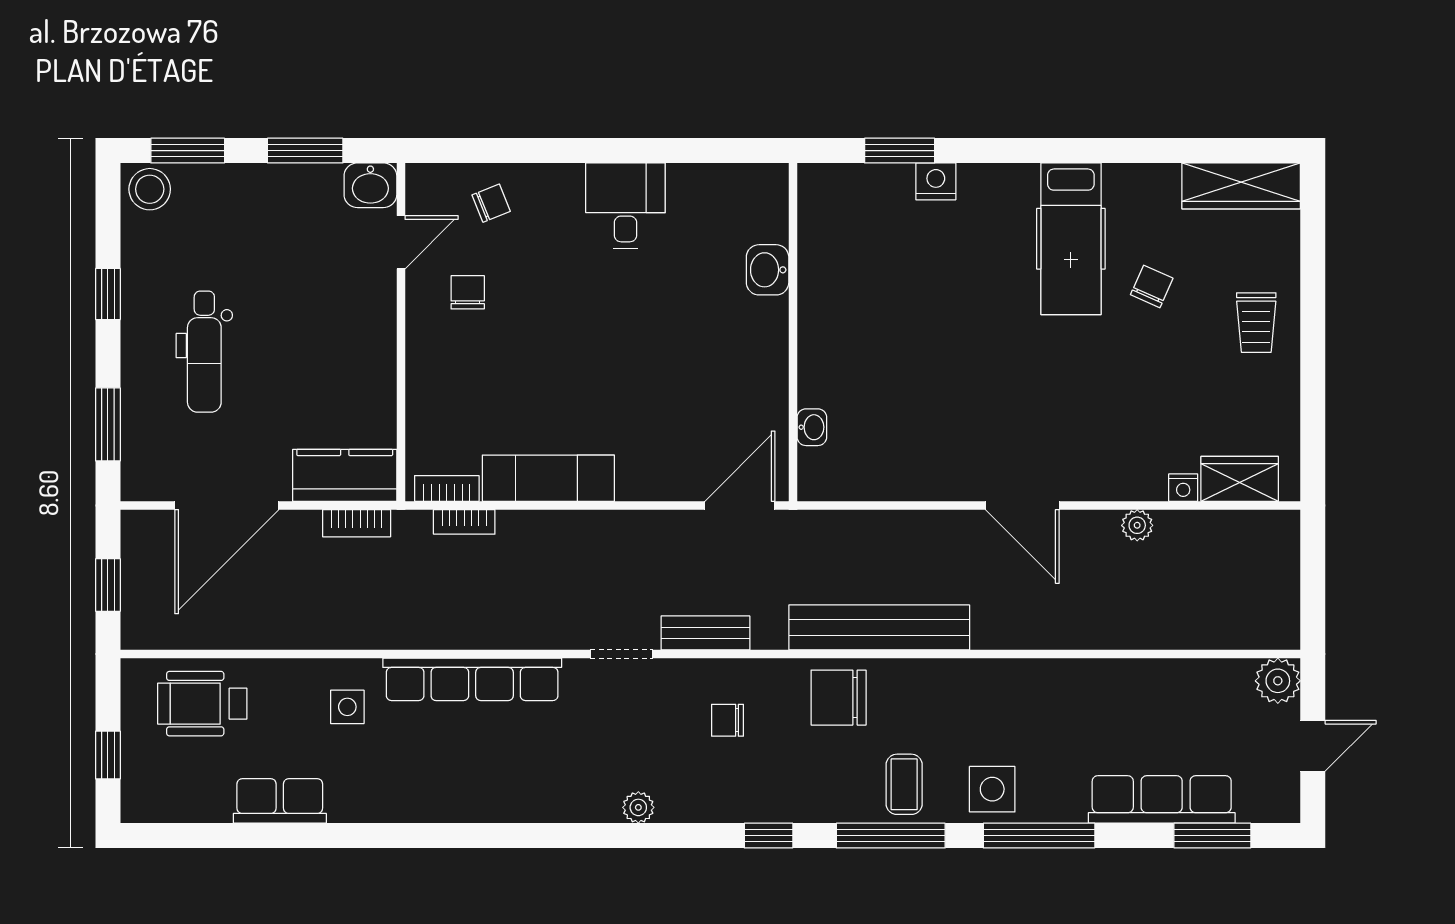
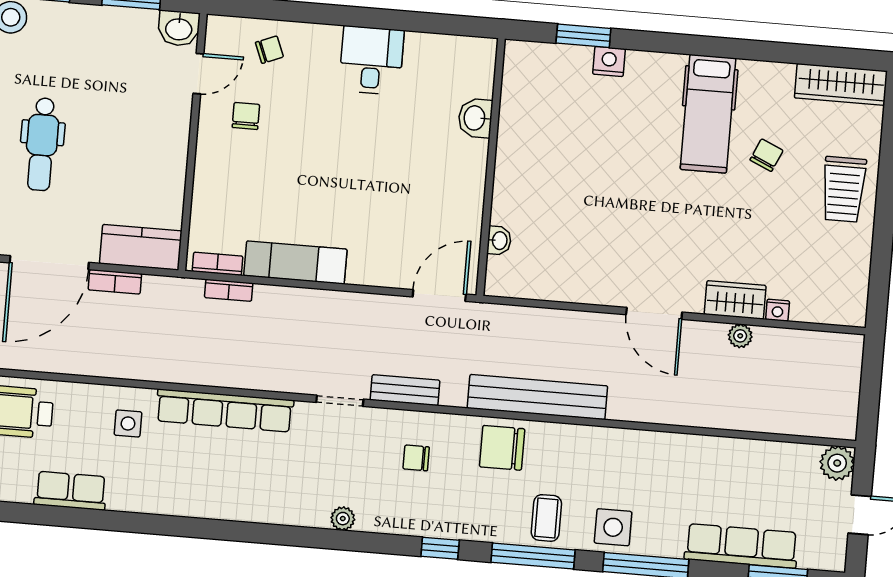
trolley: (1256, 323) -> (844, 189), width x1.36, depth x1.39
wardrobe: (1240, 479) -> (735, 300), moved
bookcase: (357, 523) -> (115, 282), moved

